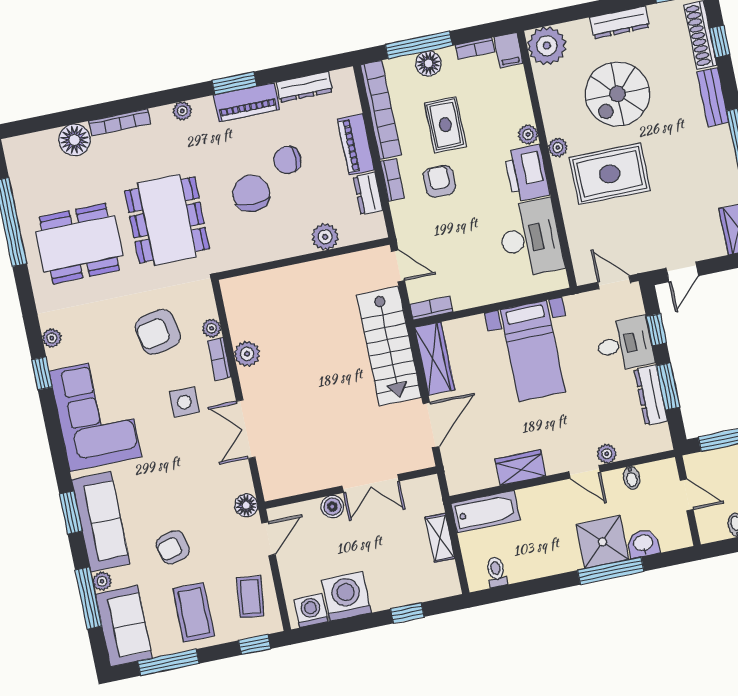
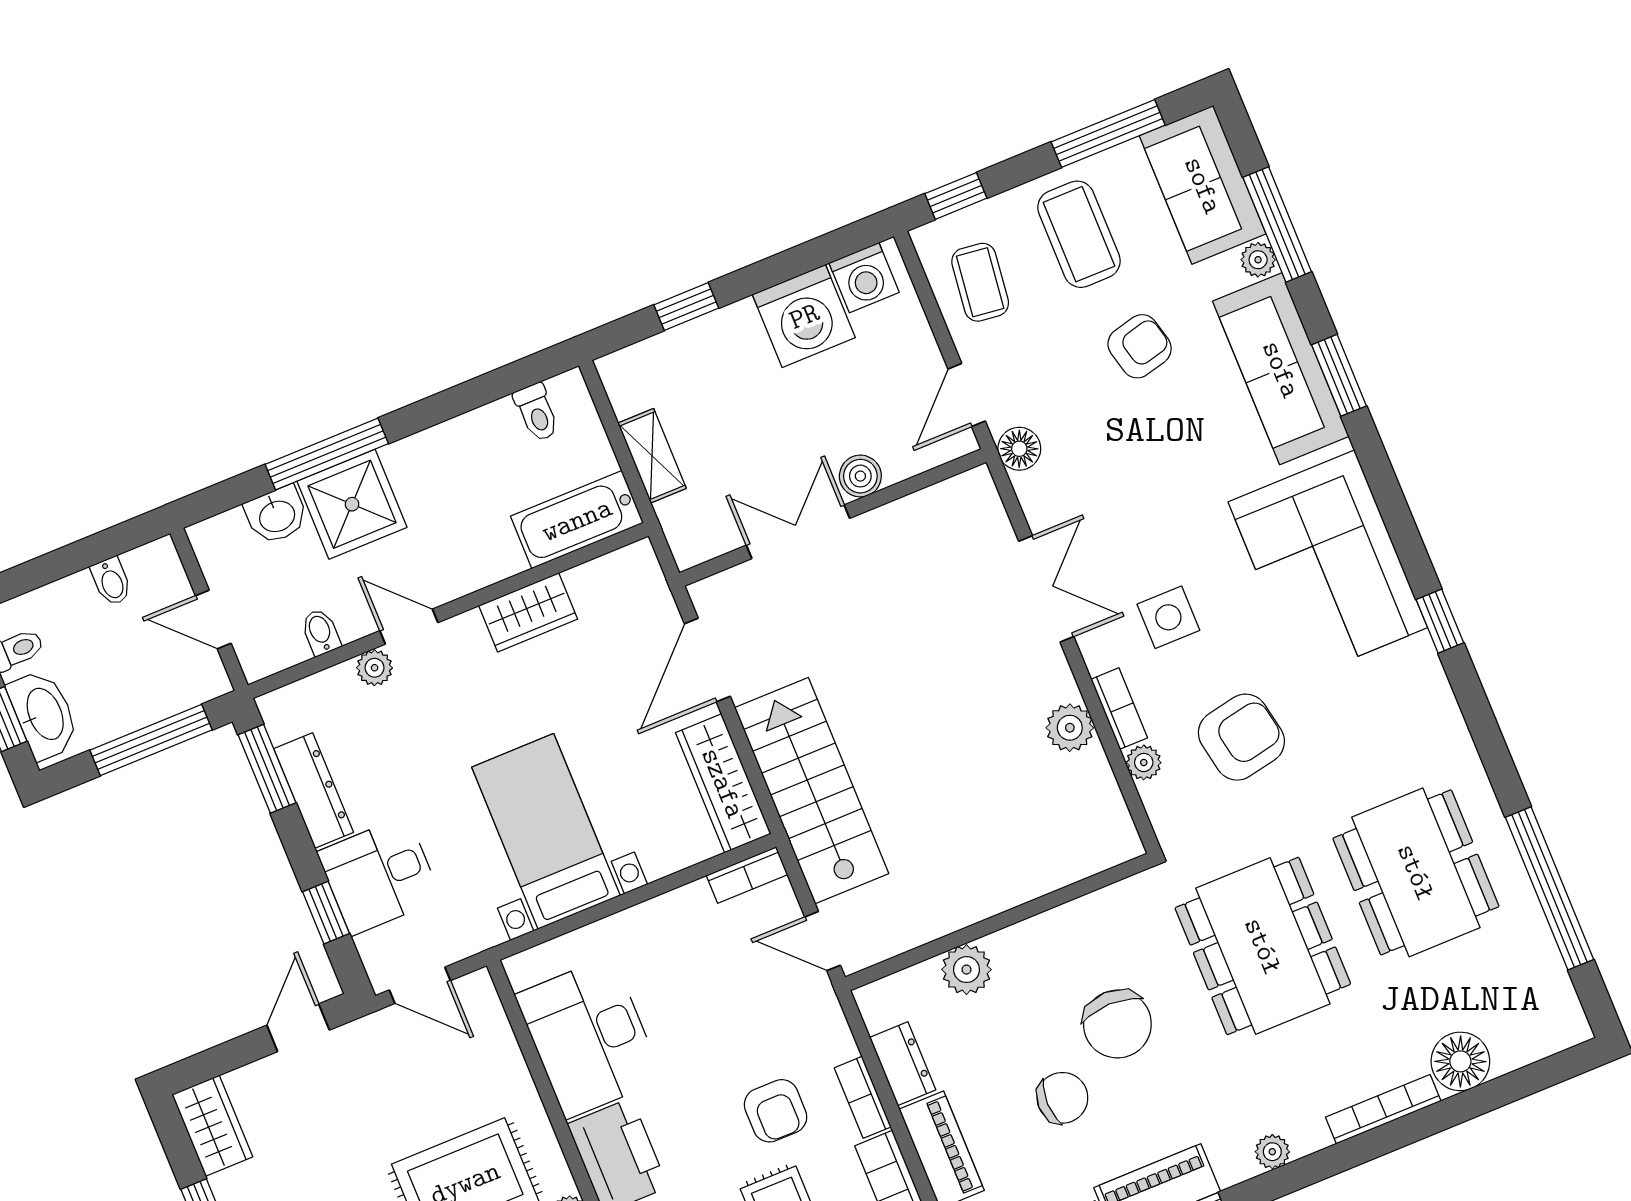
dining table: (79, 244) -> (1416, 872), turned 90
plant: (52, 338) -> (1434, 690), removed
window: (668, 386) -> (267, 769), moved

